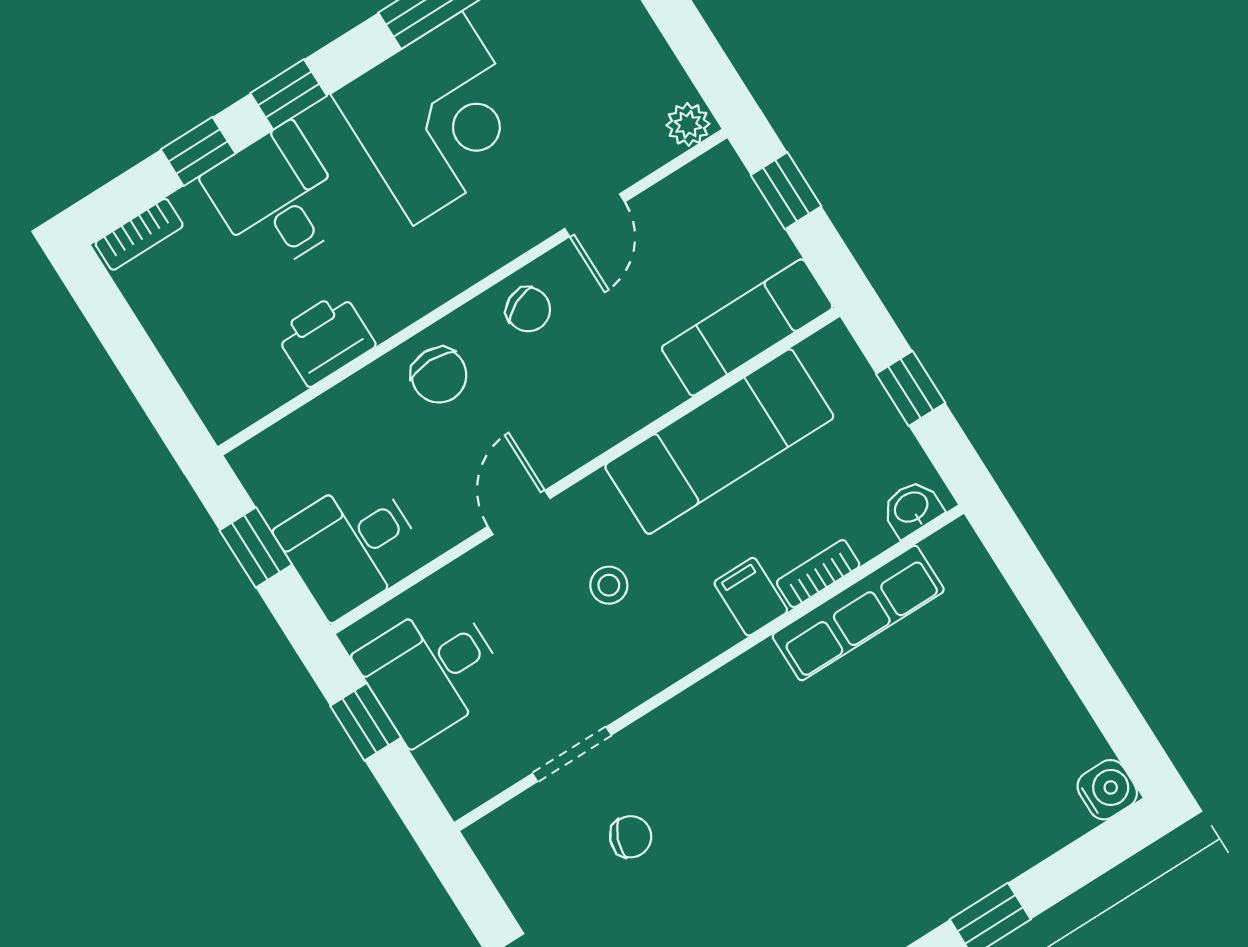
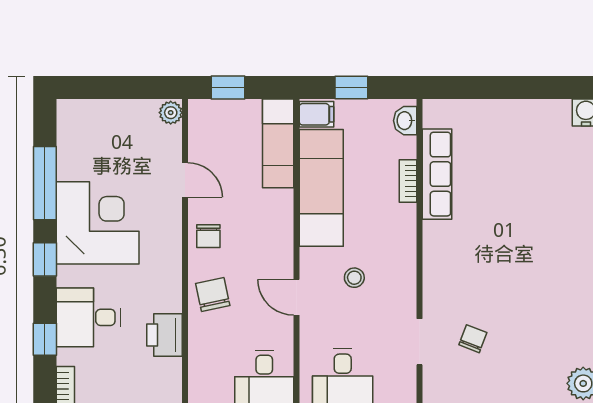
window: (289, 94) -> (45, 259), moved
chair: (528, 309) -> (208, 236), turned 116
chair: (439, 375) -> (213, 294), turned -102
filing cabinet: (751, 597) -> (317, 114), moved, turned 180

